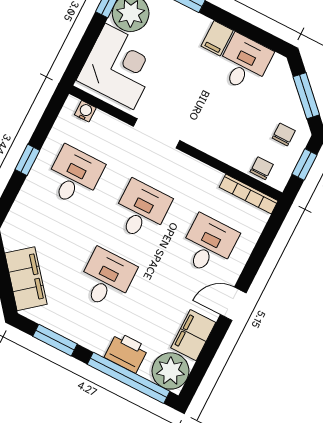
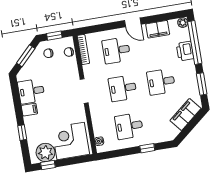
doorway: (157, 133) -> (84, 91), moved
window: (27, 160) -> (147, 148), moved
plant: (171, 371) -> (183, 23), width x0.53, depth x0.53

